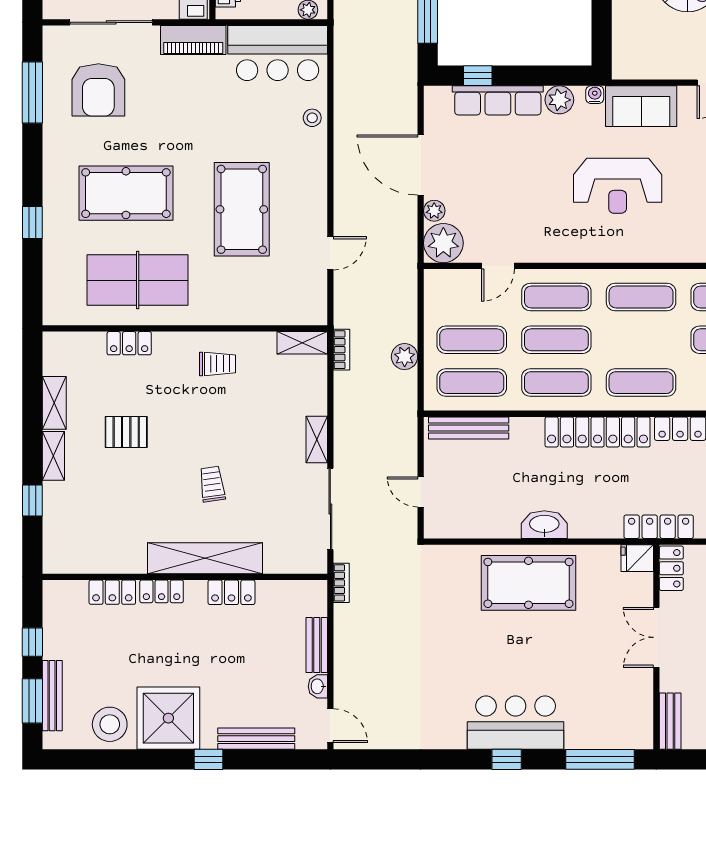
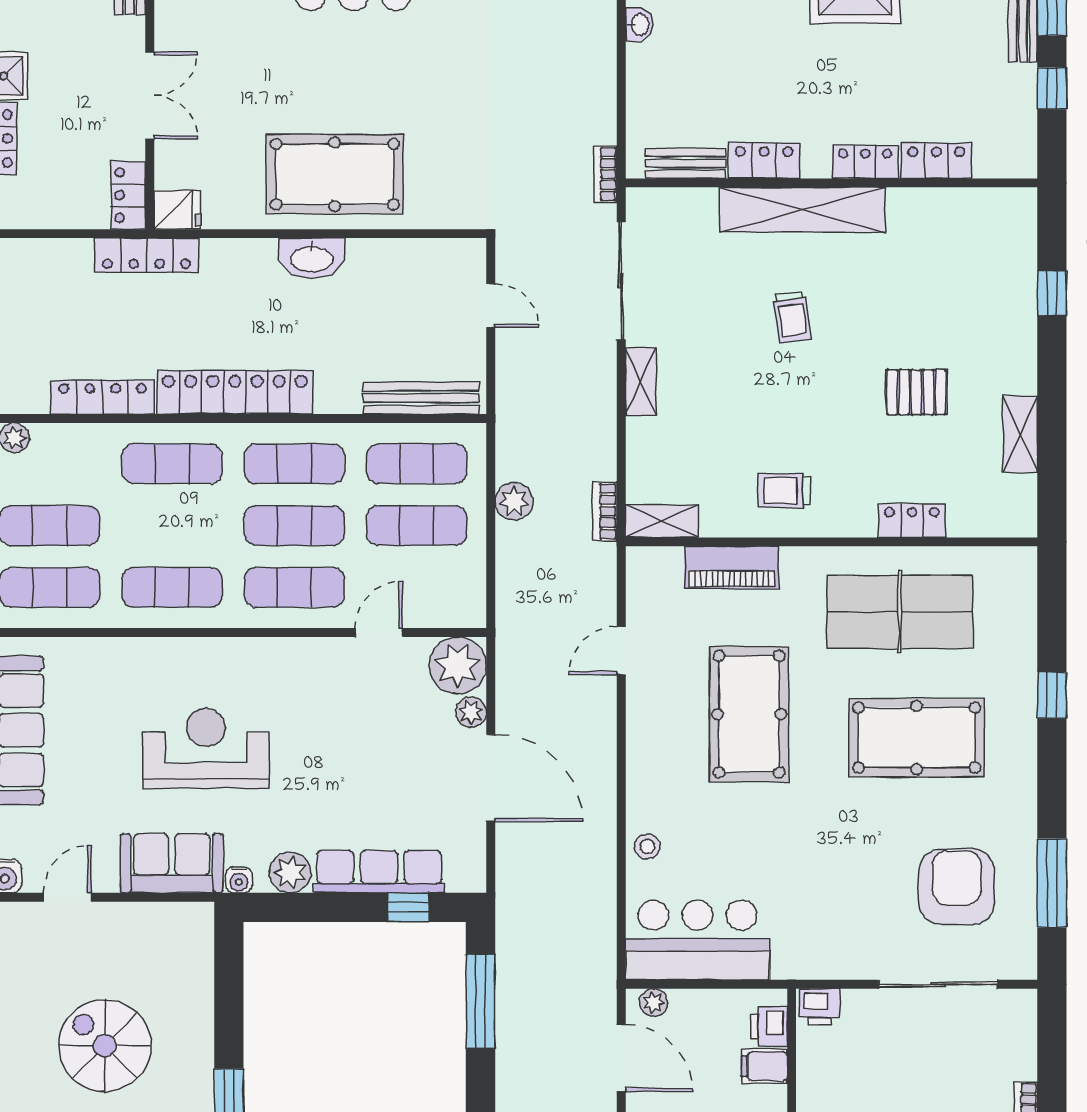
piano: (193, 40) -> (732, 567), moved, turned 180
shelving: (53, 456) -> (1022, 358), removed
bench: (317, 645) -> (686, 163), moved, turned 90

